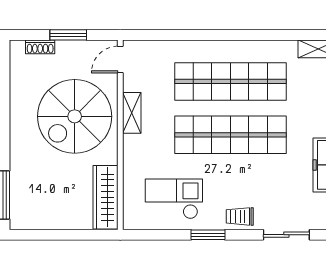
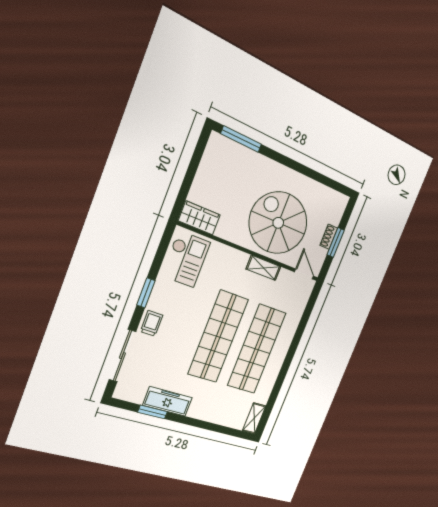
shoe rack: (40, 47) -> (329, 237), moved
wardrobe: (106, 197) -> (199, 218), width x0.67
checkout: (174, 199) -> (186, 259), moved
sliding door: (286, 235) -> (122, 356), width x1.37

